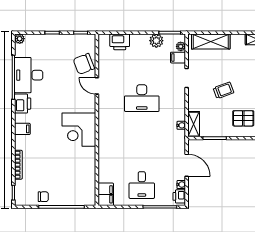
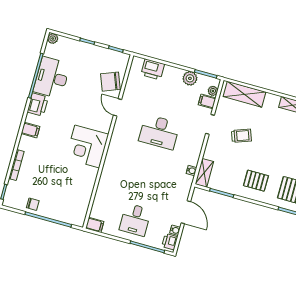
trolley: (223, 90) -> (241, 136), moved
filing cabinet: (106, 194) -> (95, 225), width x0.50

